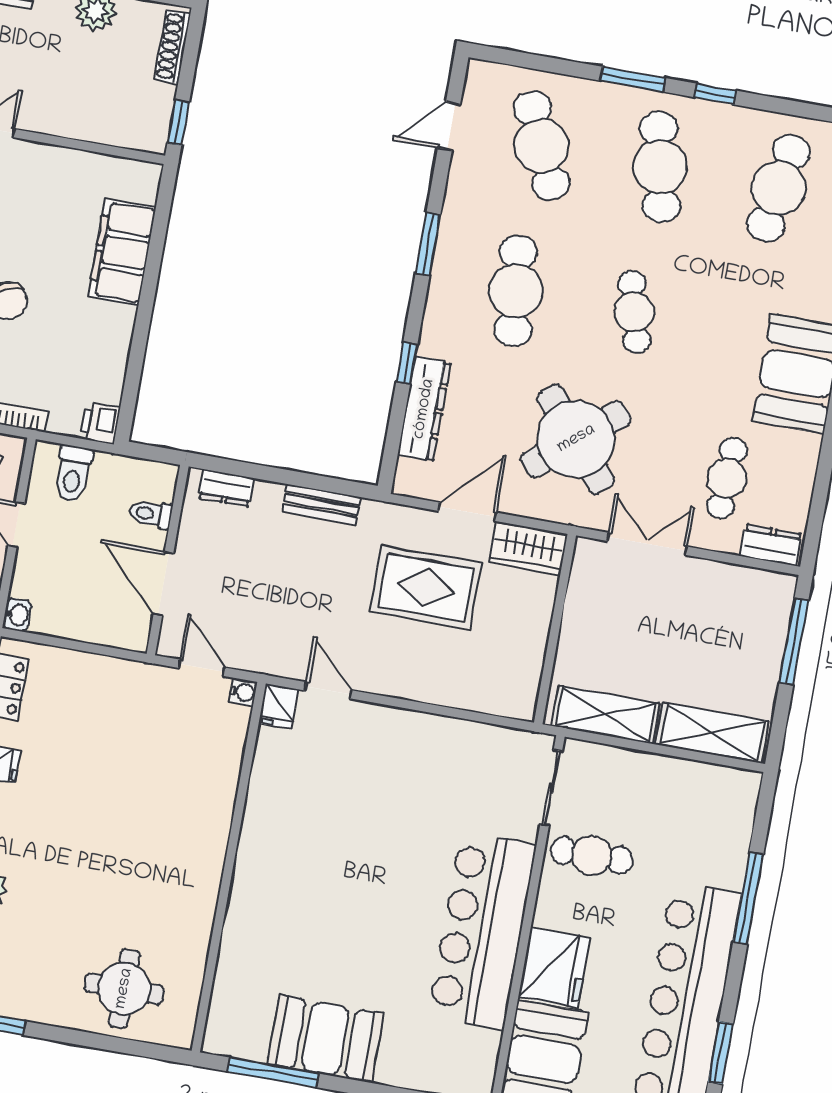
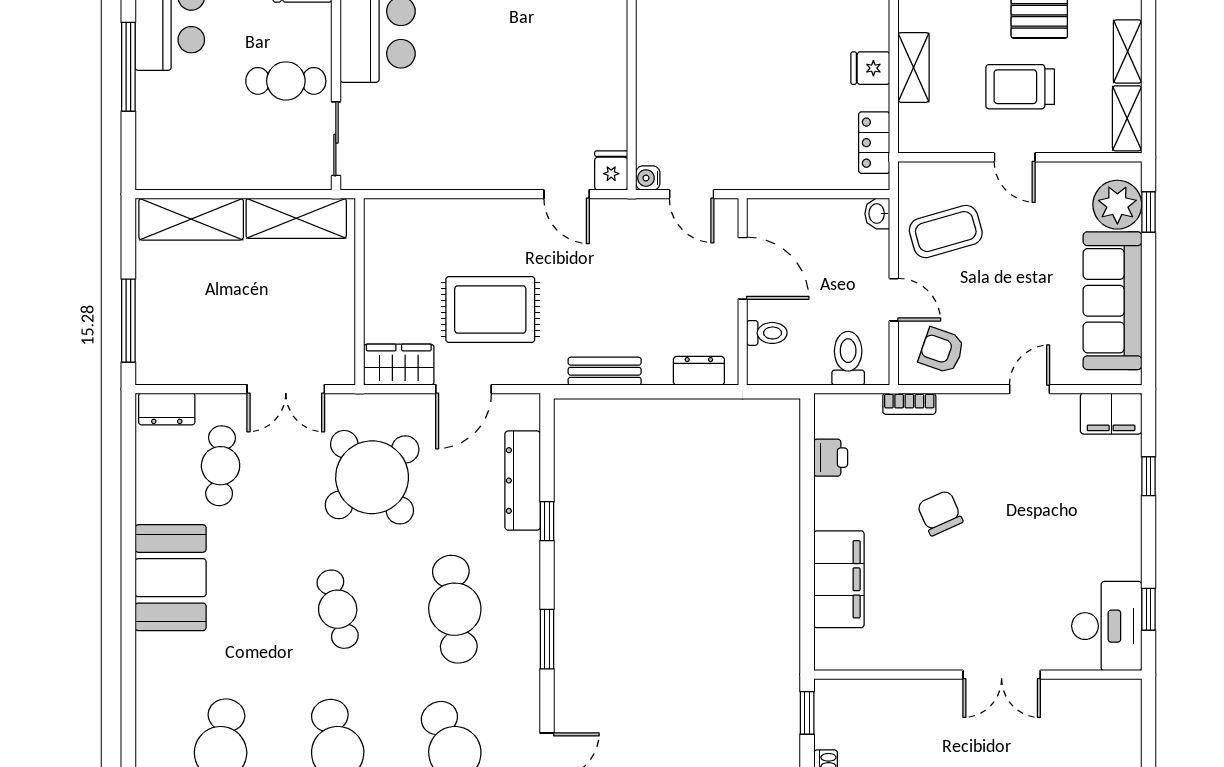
printer: (100, 423) -> (831, 458), moved

